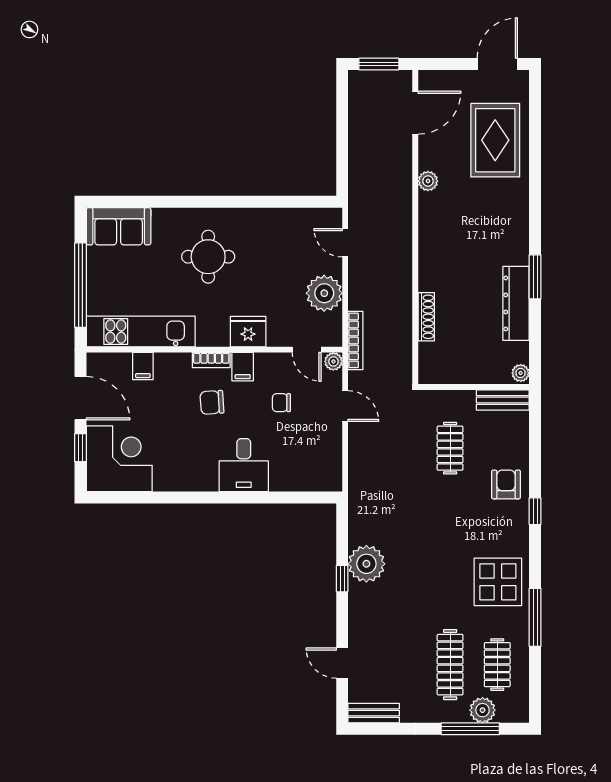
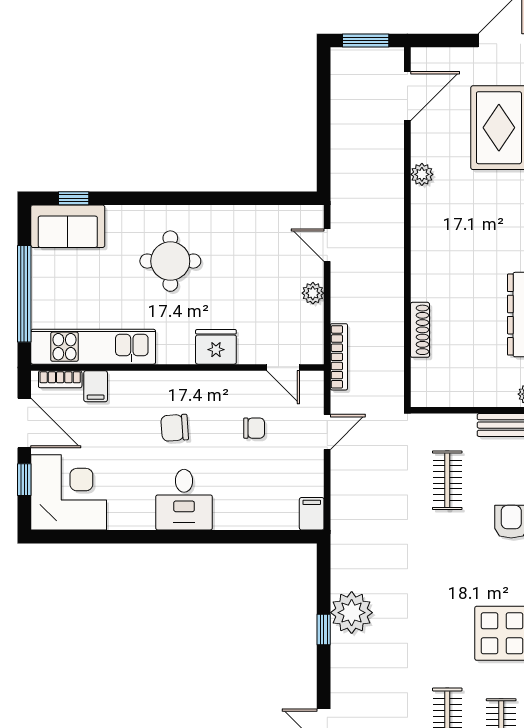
window: (124, 202) -> (74, 198), added
plant: (324, 293) -> (313, 293), width x0.53, depth x0.53
bookcase: (211, 360) -> (60, 379), moved
plant: (333, 361) -> (314, 381), removed
filing cabinet: (243, 367) -> (312, 514), moved, turned 180
chair: (281, 403) -> (254, 428), turned 180
door: (345, 406) -> (327, 432), hinge flipped
desk: (244, 465) -> (184, 500), moved

